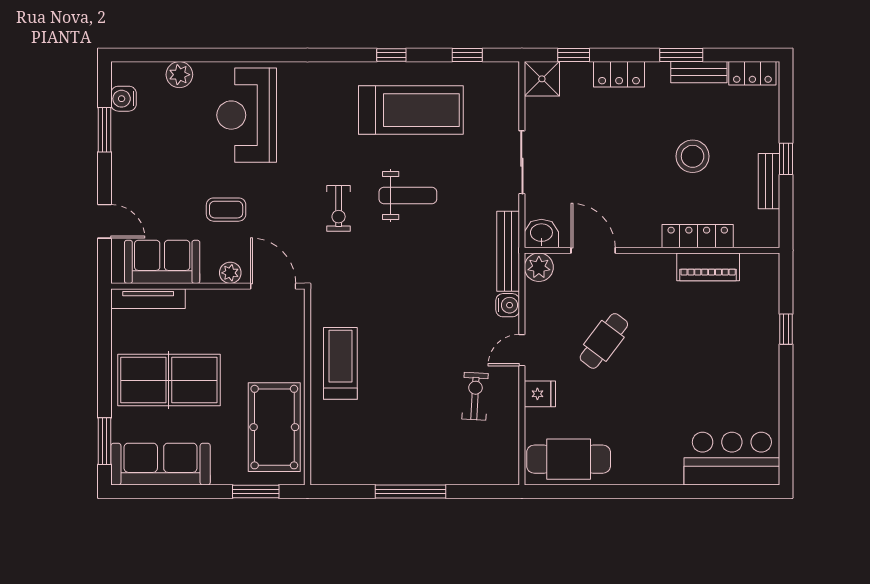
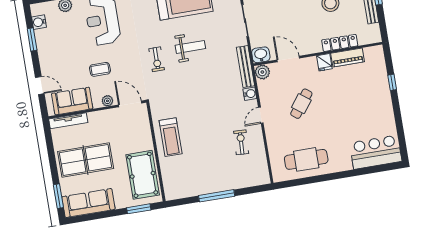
treadmill: (340, 363) -> (171, 137), turned 180
fridge: (540, 394) -> (324, 62), moved, turned 90
cafe table: (569, 459) -> (306, 159), moved

